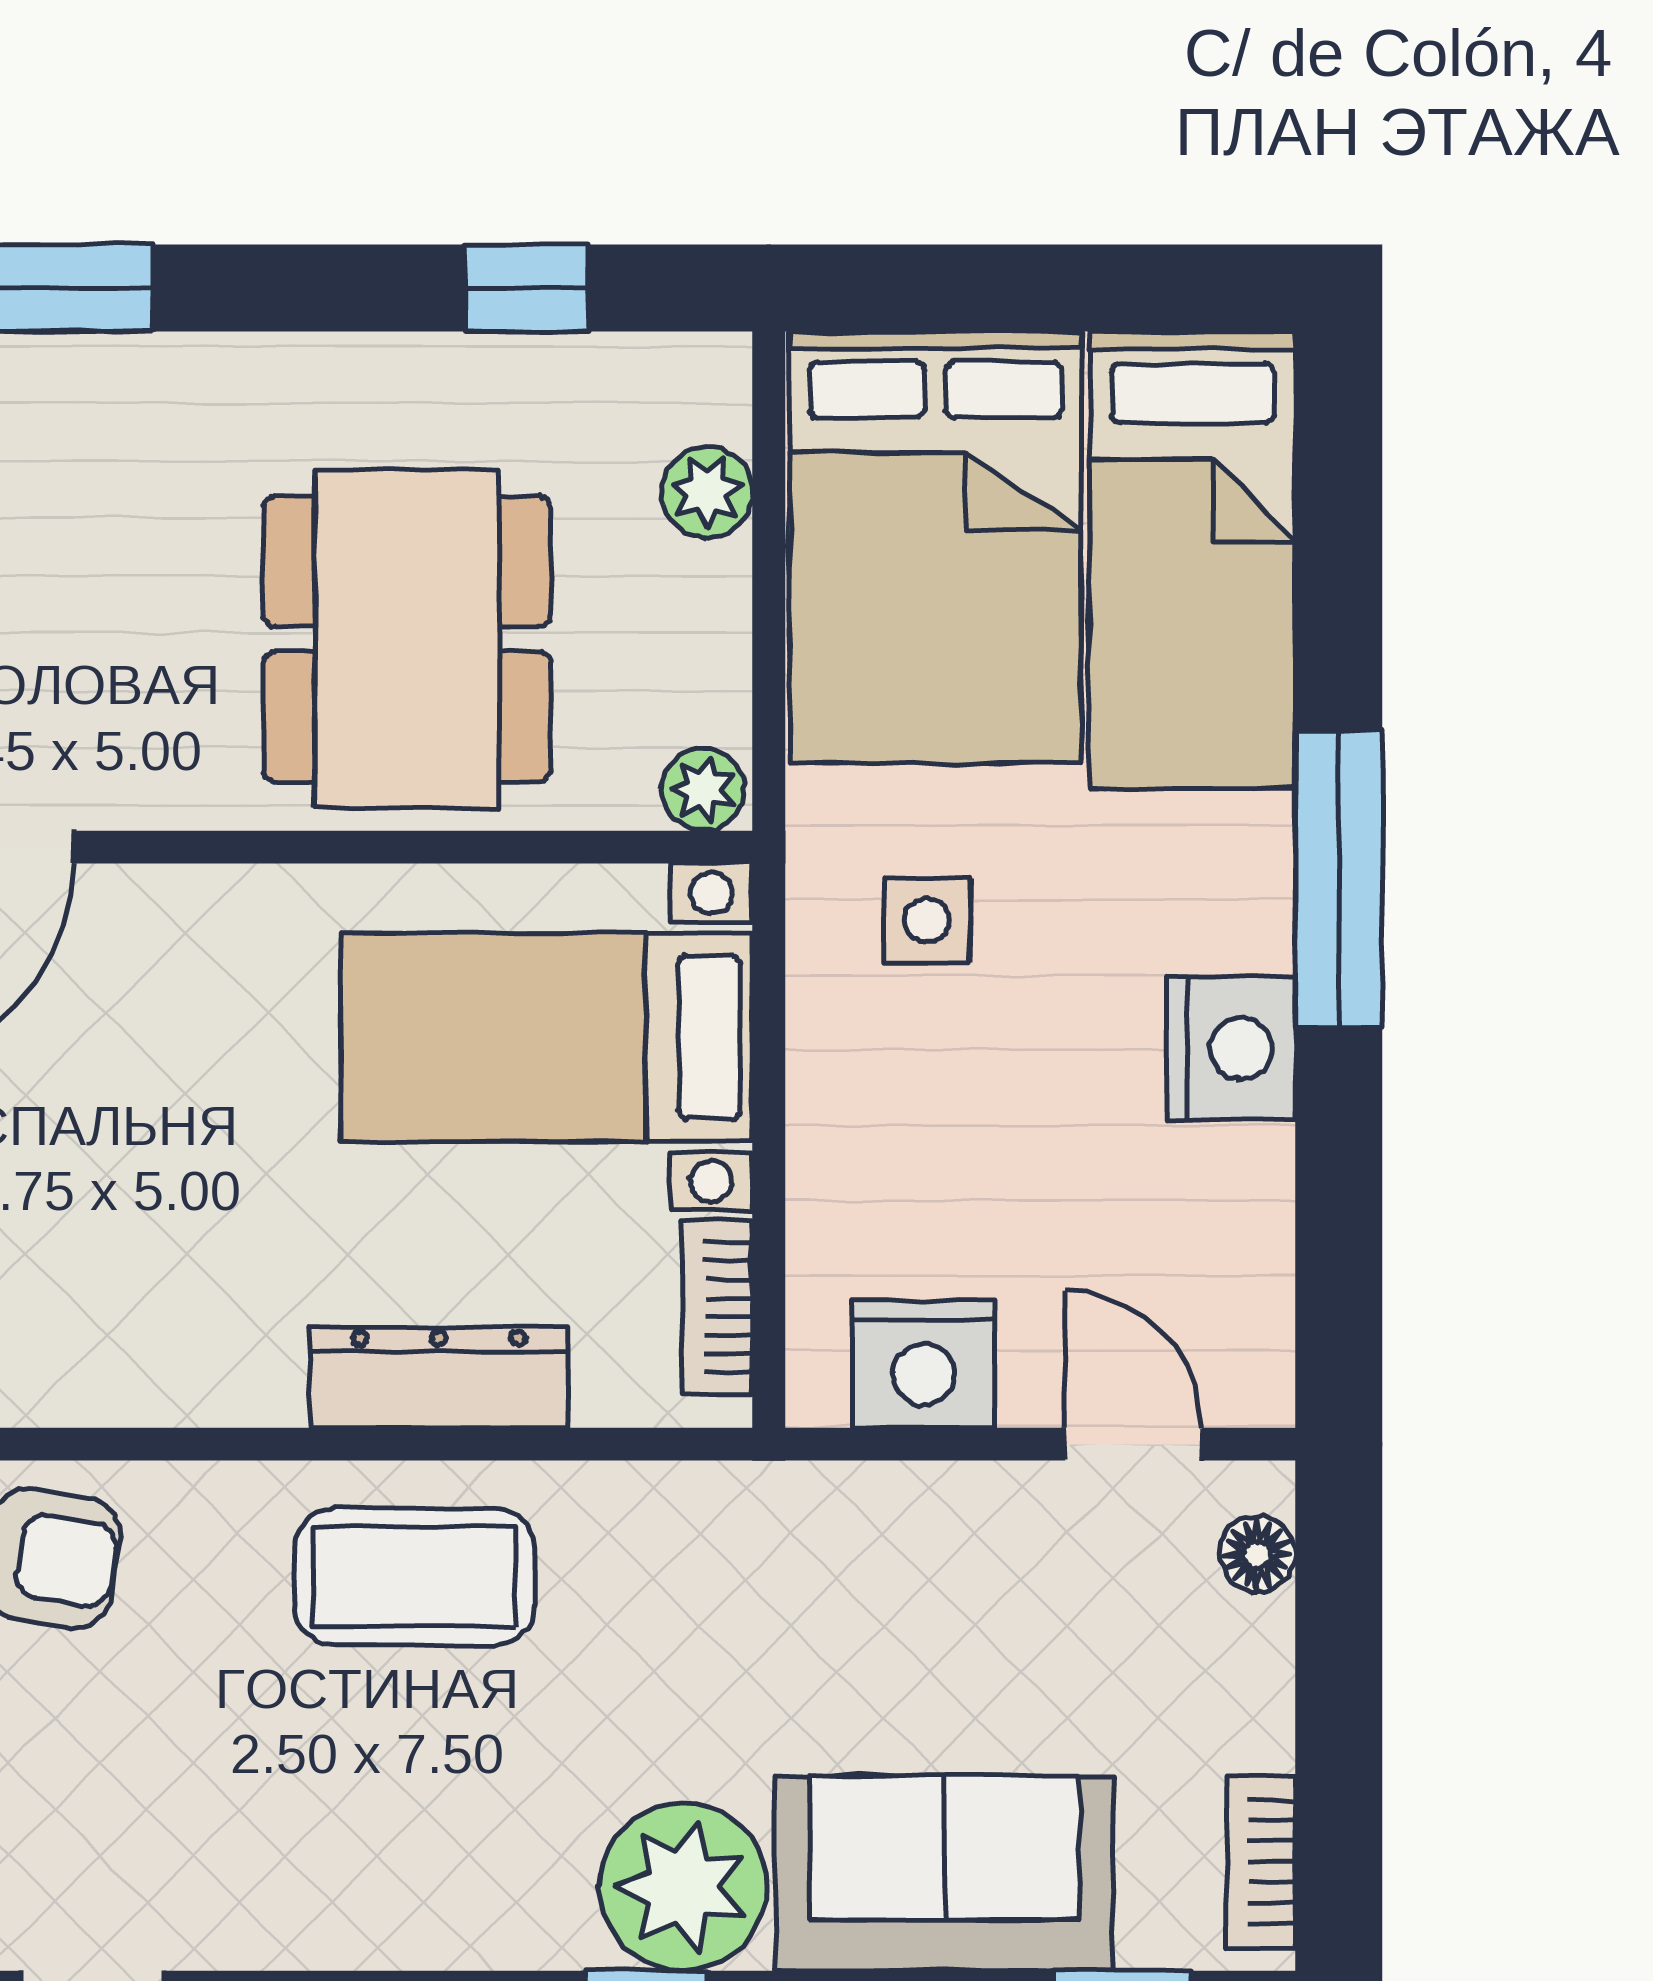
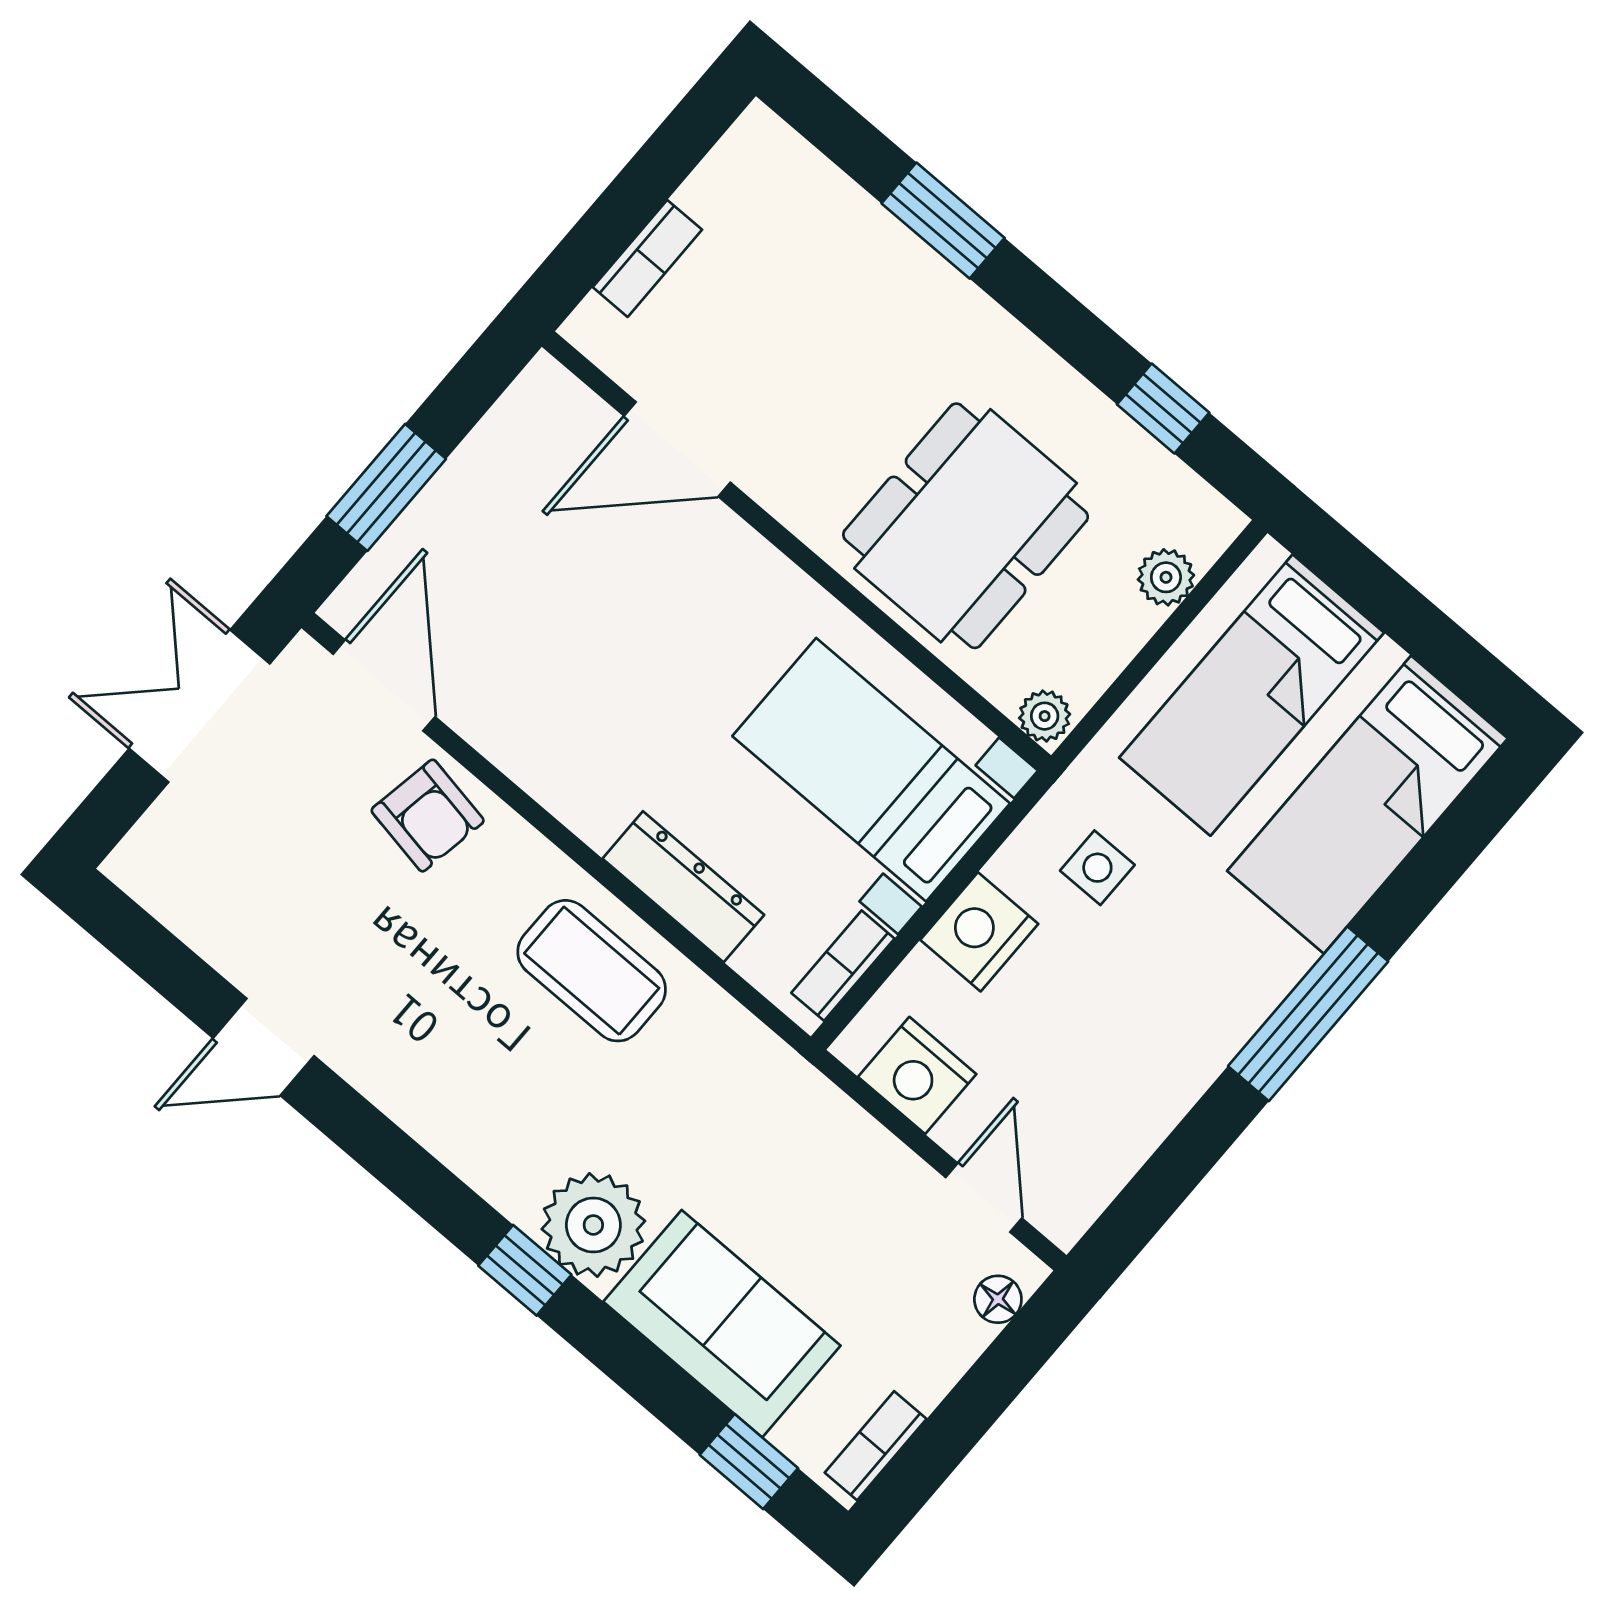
bed: (935, 547) -> (1252, 695), width x0.67
nightstand: (1231, 1048) -> (979, 932), moved, turned 180

